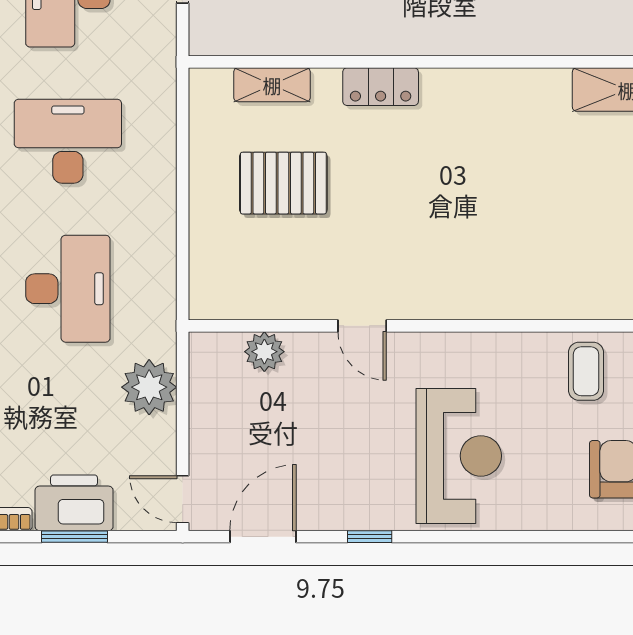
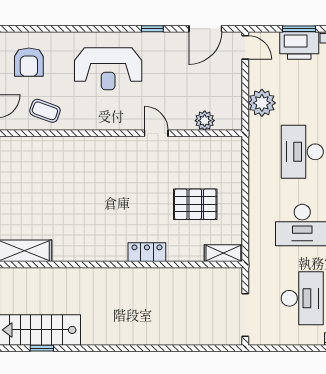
shelving: (272, 85) -> (223, 253), moved
coffee table: (586, 371) -> (45, 111), turned -70
reception desk: (459, 456) -> (108, 69), turned -90

